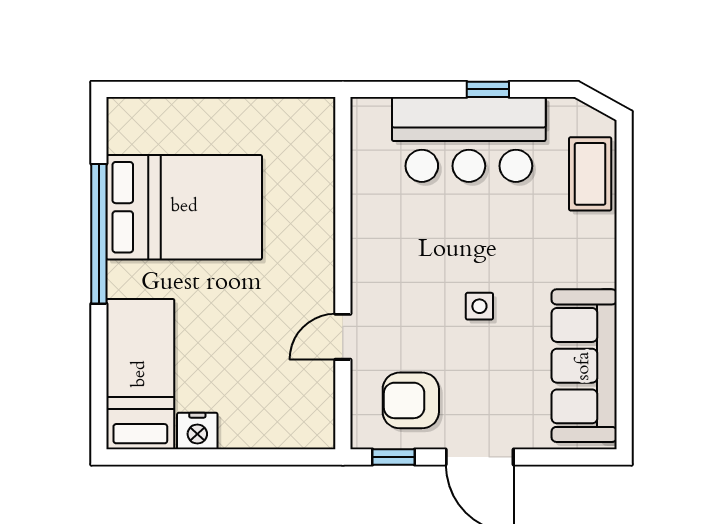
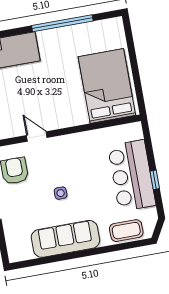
bed: (184, 207) -> (107, 86), moved, turned 180
sofa: (584, 366) -> (65, 239), moved

